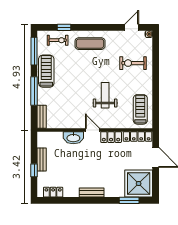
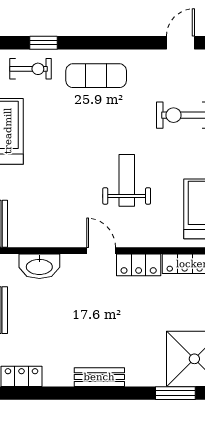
washbasin: (73, 138) -> (39, 266), moved

